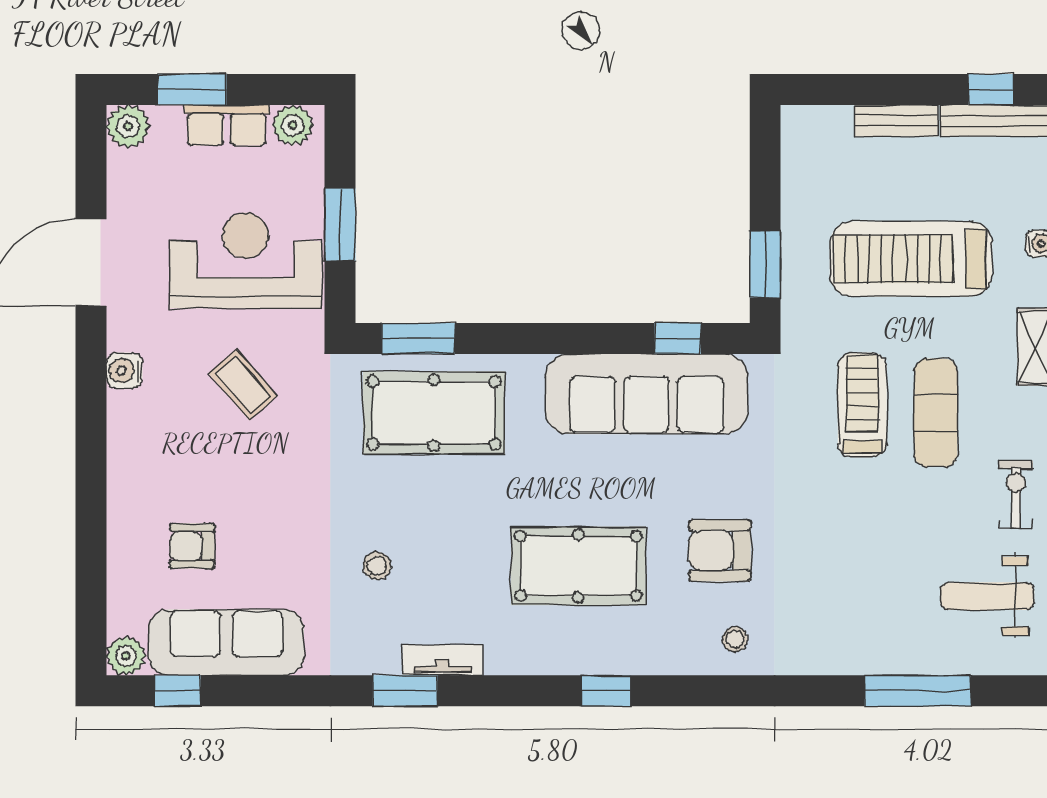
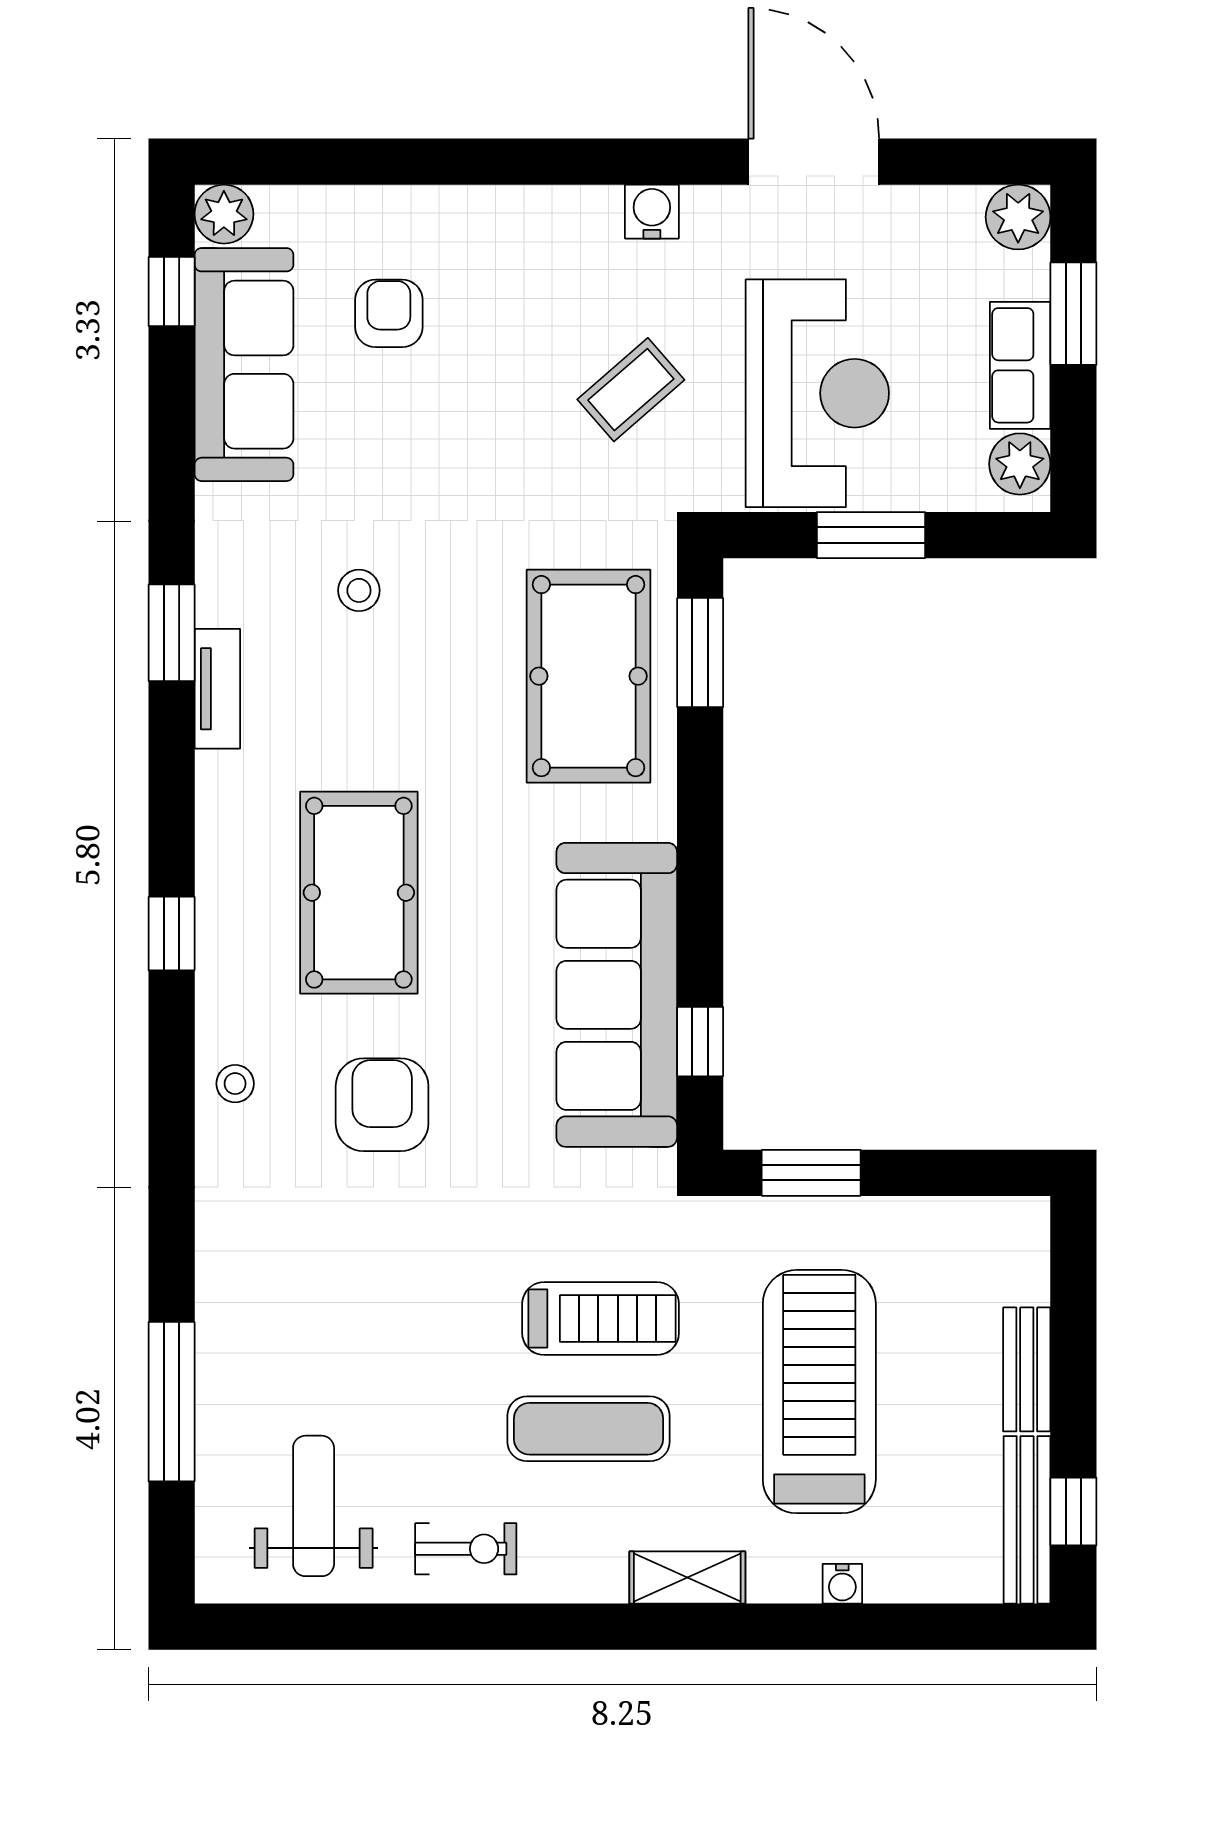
stool: (735, 639) -> (235, 1084), moved

